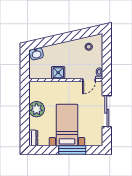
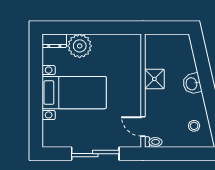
washbasin: (36, 54) -> (192, 84), moved
plant: (37, 109) -> (80, 46), moved
window: (72, 150) -> (36, 101), removed

